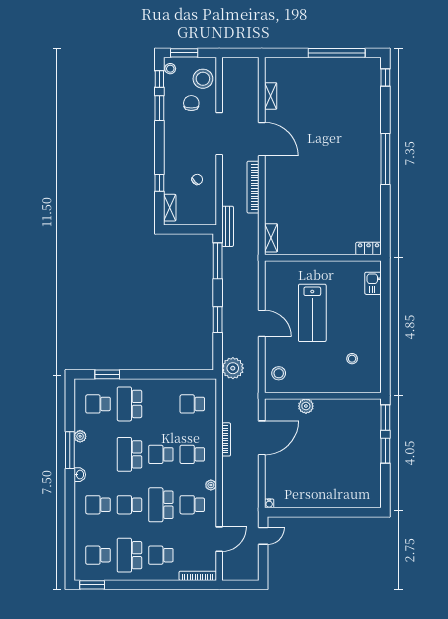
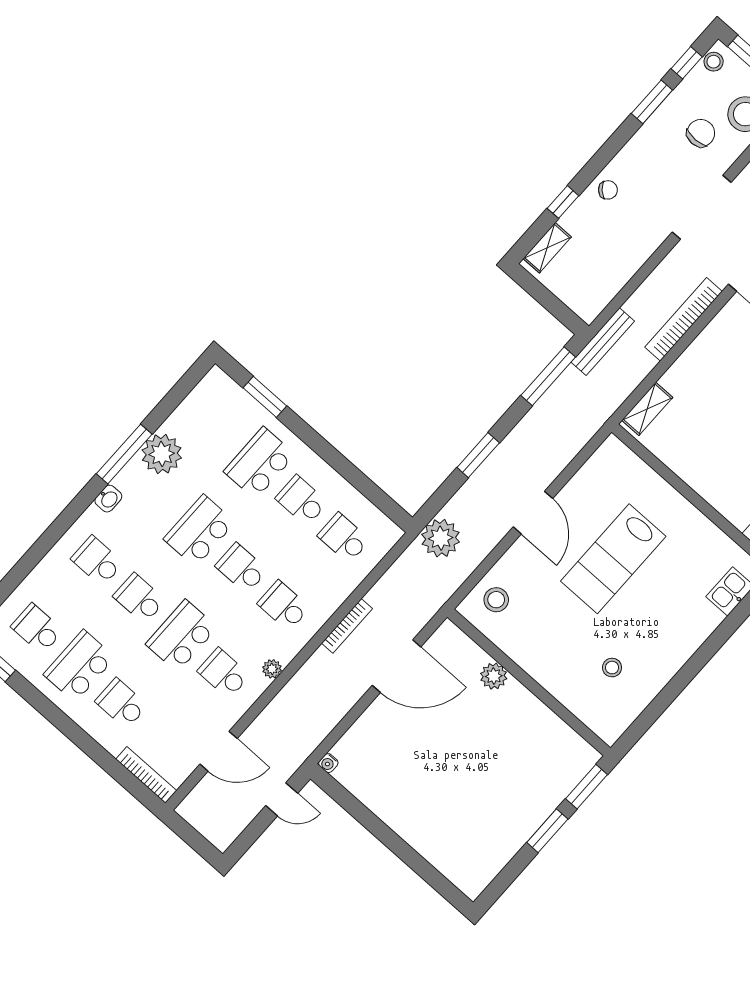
chair: (197, 179) -> (608, 190), moved
school desk: (98, 404) -> (302, 500), moved
plant: (80, 436) -> (162, 454), width x1.88, depth x1.88

